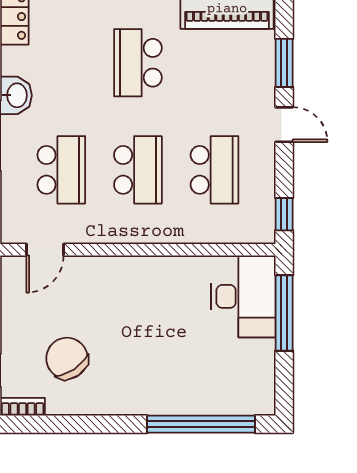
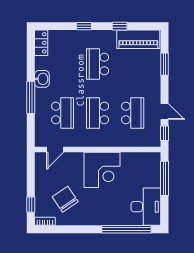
door: (284, 125) -> (164, 111), moved
school desk: (138, 170) -> (98, 113), turned 180
corner desk: (148, 294) -> (102, 170), added
desk: (243, 296) -> (146, 207), moved

